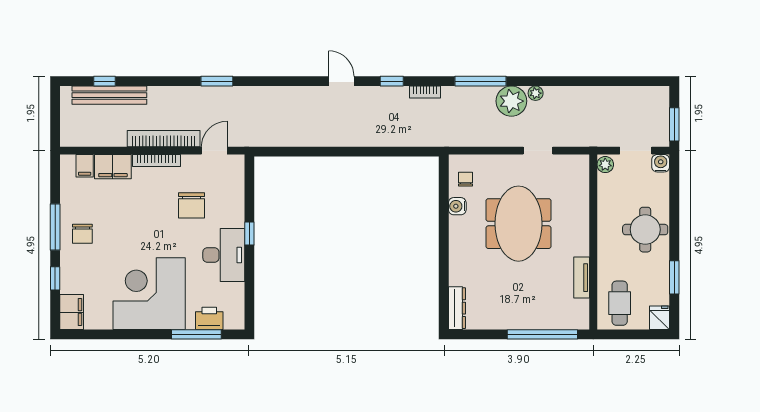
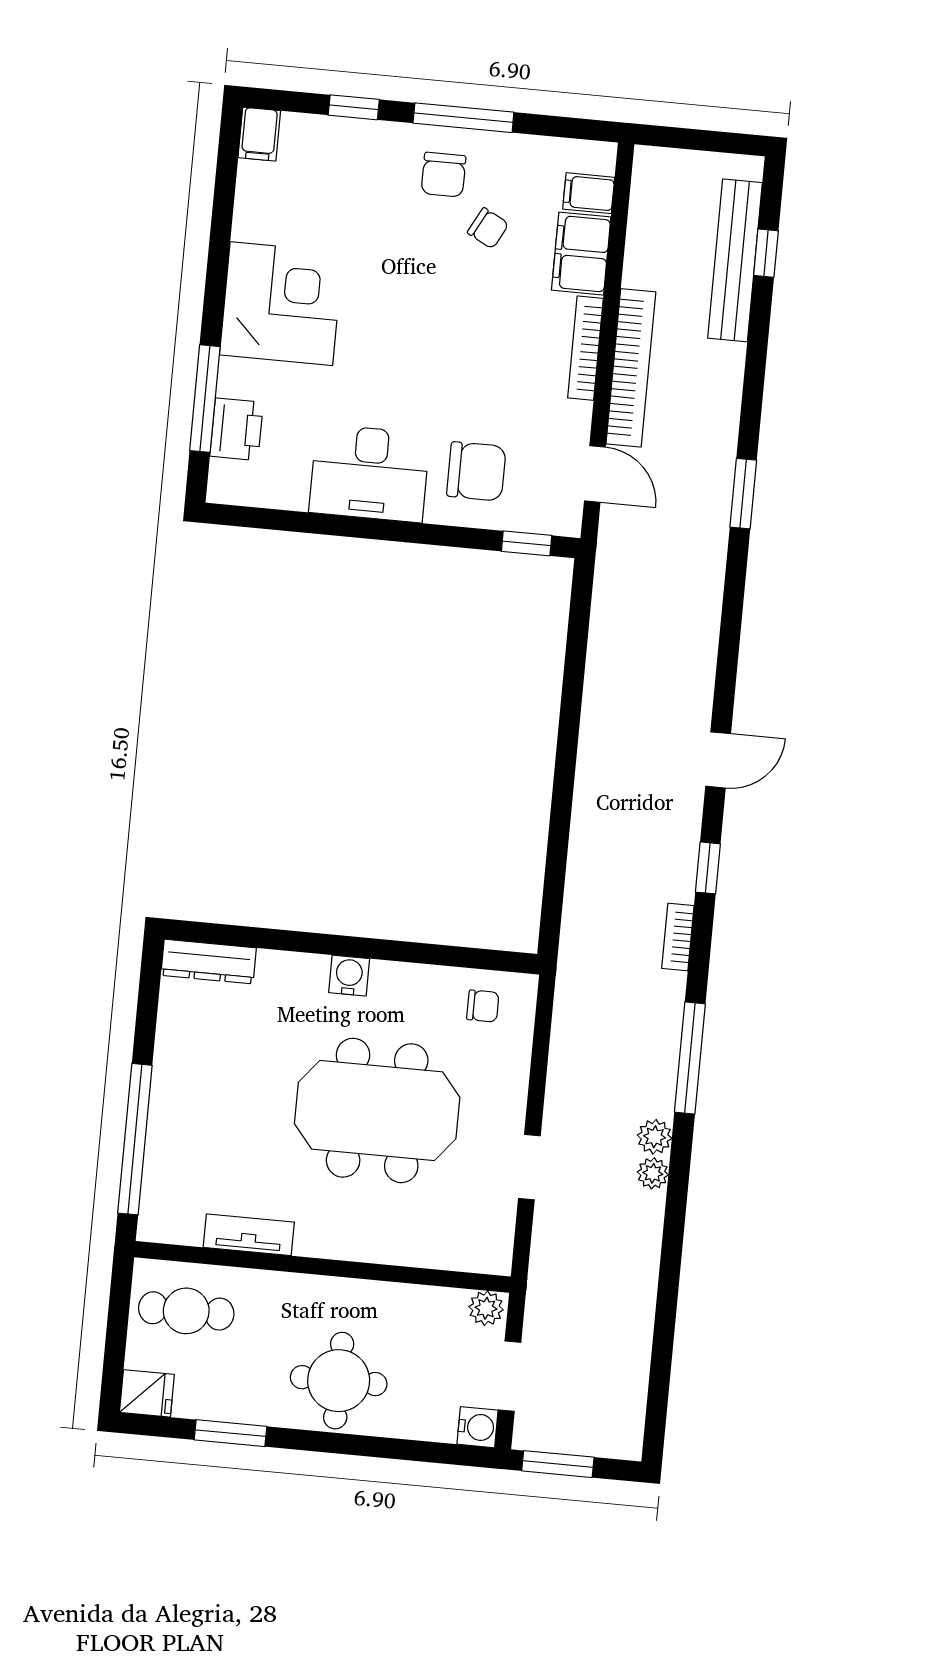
plant: (511, 101) -> (655, 1137), width x0.53, depth x0.53
chair: (192, 205) -> (476, 471), moved, turned 180
water cooler: (457, 206) -> (349, 976), moved
chair: (105, 211) -> (488, 228), added
window: (249, 233) -> (527, 543), moved
chair: (82, 234) -> (444, 175), turned -90
corner desk: (149, 294) -> (281, 304), width x0.74, depth x0.74
filing cabinet: (72, 312) -> (259, 134), width x0.50

